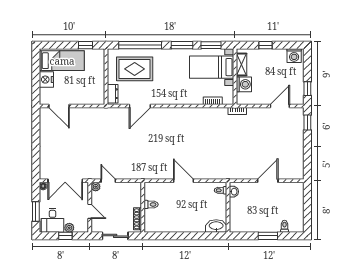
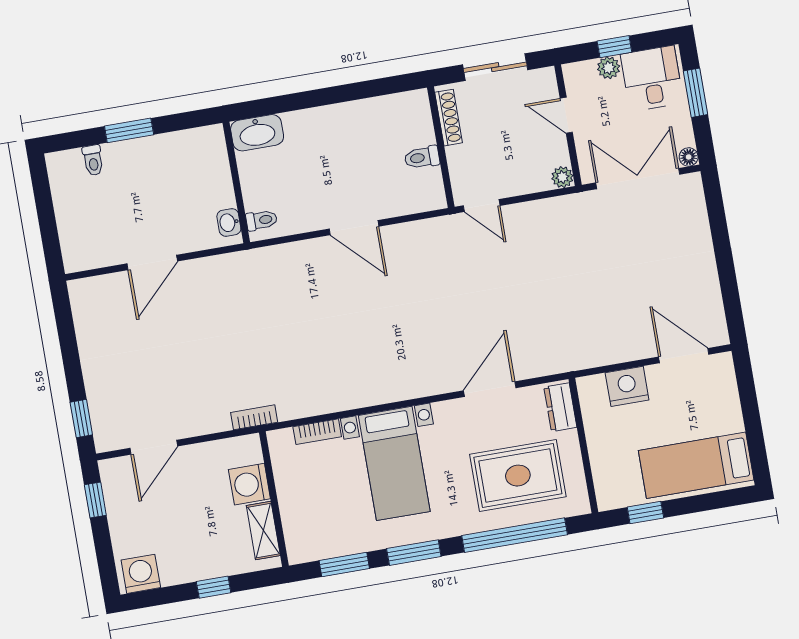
bed with nightstands: (212, 67) -> (394, 463), moved, turned 90
nightstand: (46, 80) -> (627, 386), moved, turned -90
door: (108, 181) -> (482, 206), moved

